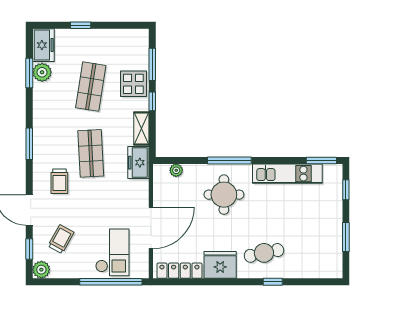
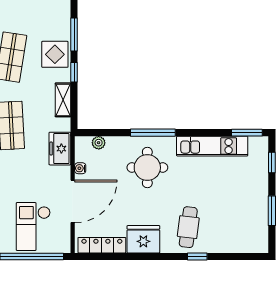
freezer: (138, 163) -> (60, 149), moved
water cooler: (158, 195) -> (80, 168), added
checkout: (112, 252) -> (33, 227), turned 180
cafe table: (264, 253) -> (188, 227), turned -71

